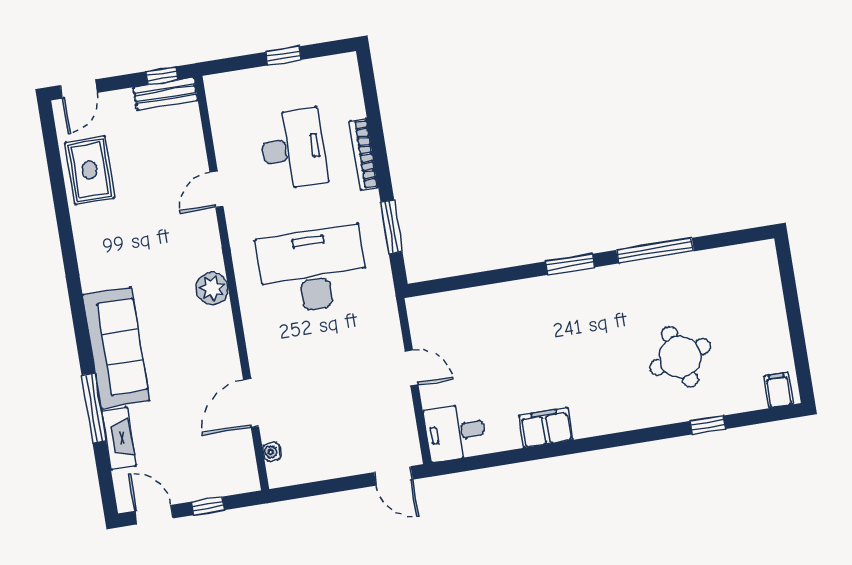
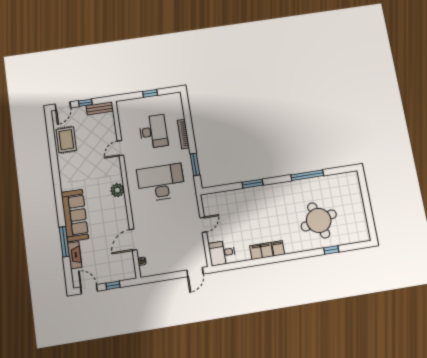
window: (162, 76) -> (85, 103), moved
window: (570, 264) -> (252, 184), moved
round table: (680, 357) -> (319, 220), width x1.36, depth x1.36
door: (412, 368) -> (203, 225), hinge flipped
filing cabinet: (779, 390) -> (278, 248), moved
door: (393, 476) -> (195, 272), hinge flipped

